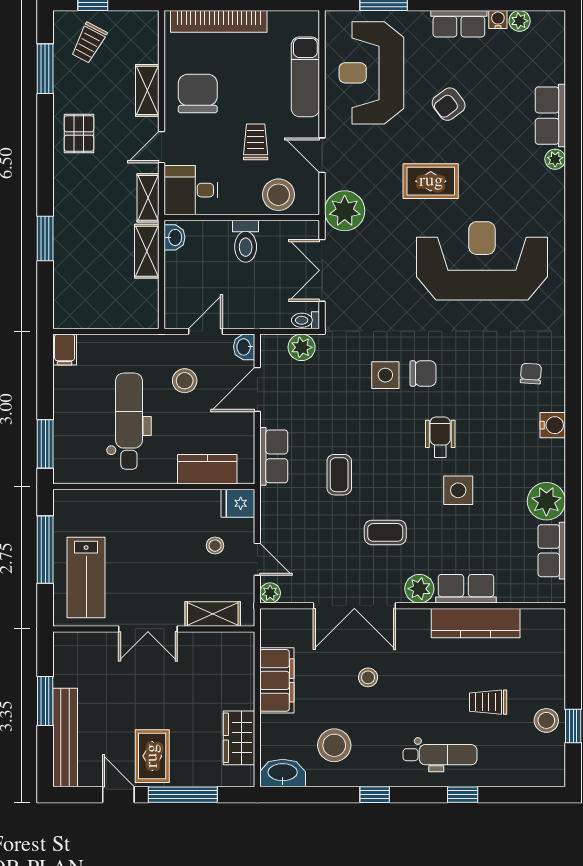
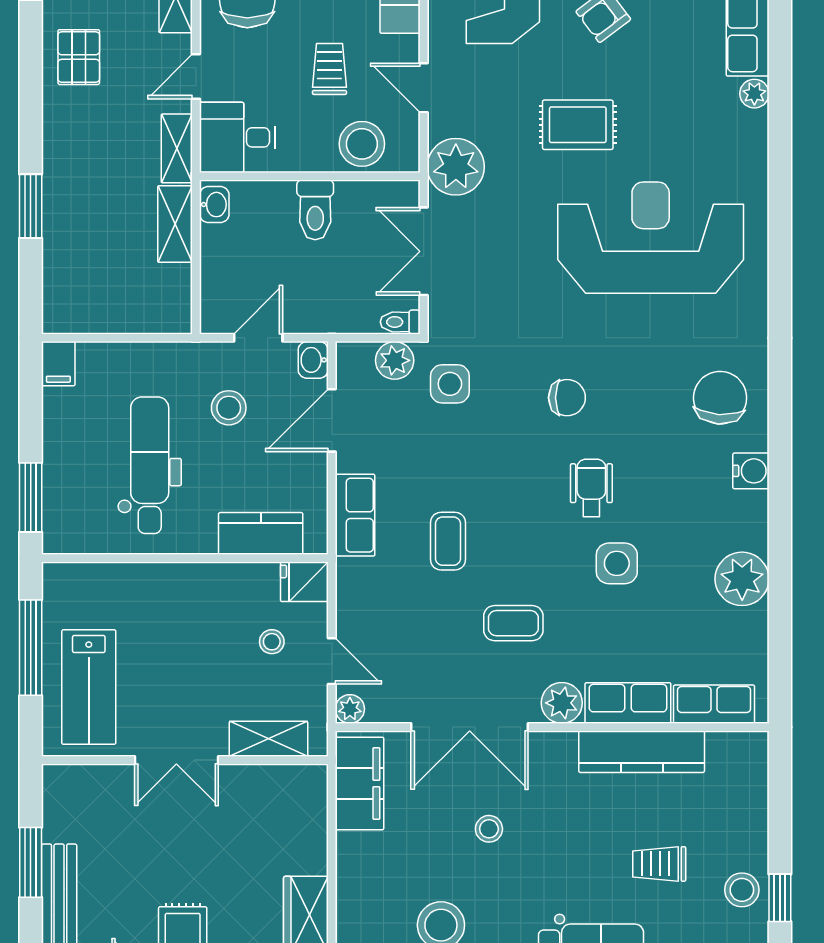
chair: (531, 374) -> (720, 398), width x1.87, depth x1.87
side table: (385, 375) -> (450, 384), moved
row of seats: (552, 551) -> (714, 704), moved, turned 90
filing cabinet: (277, 680) -> (360, 783), moved

